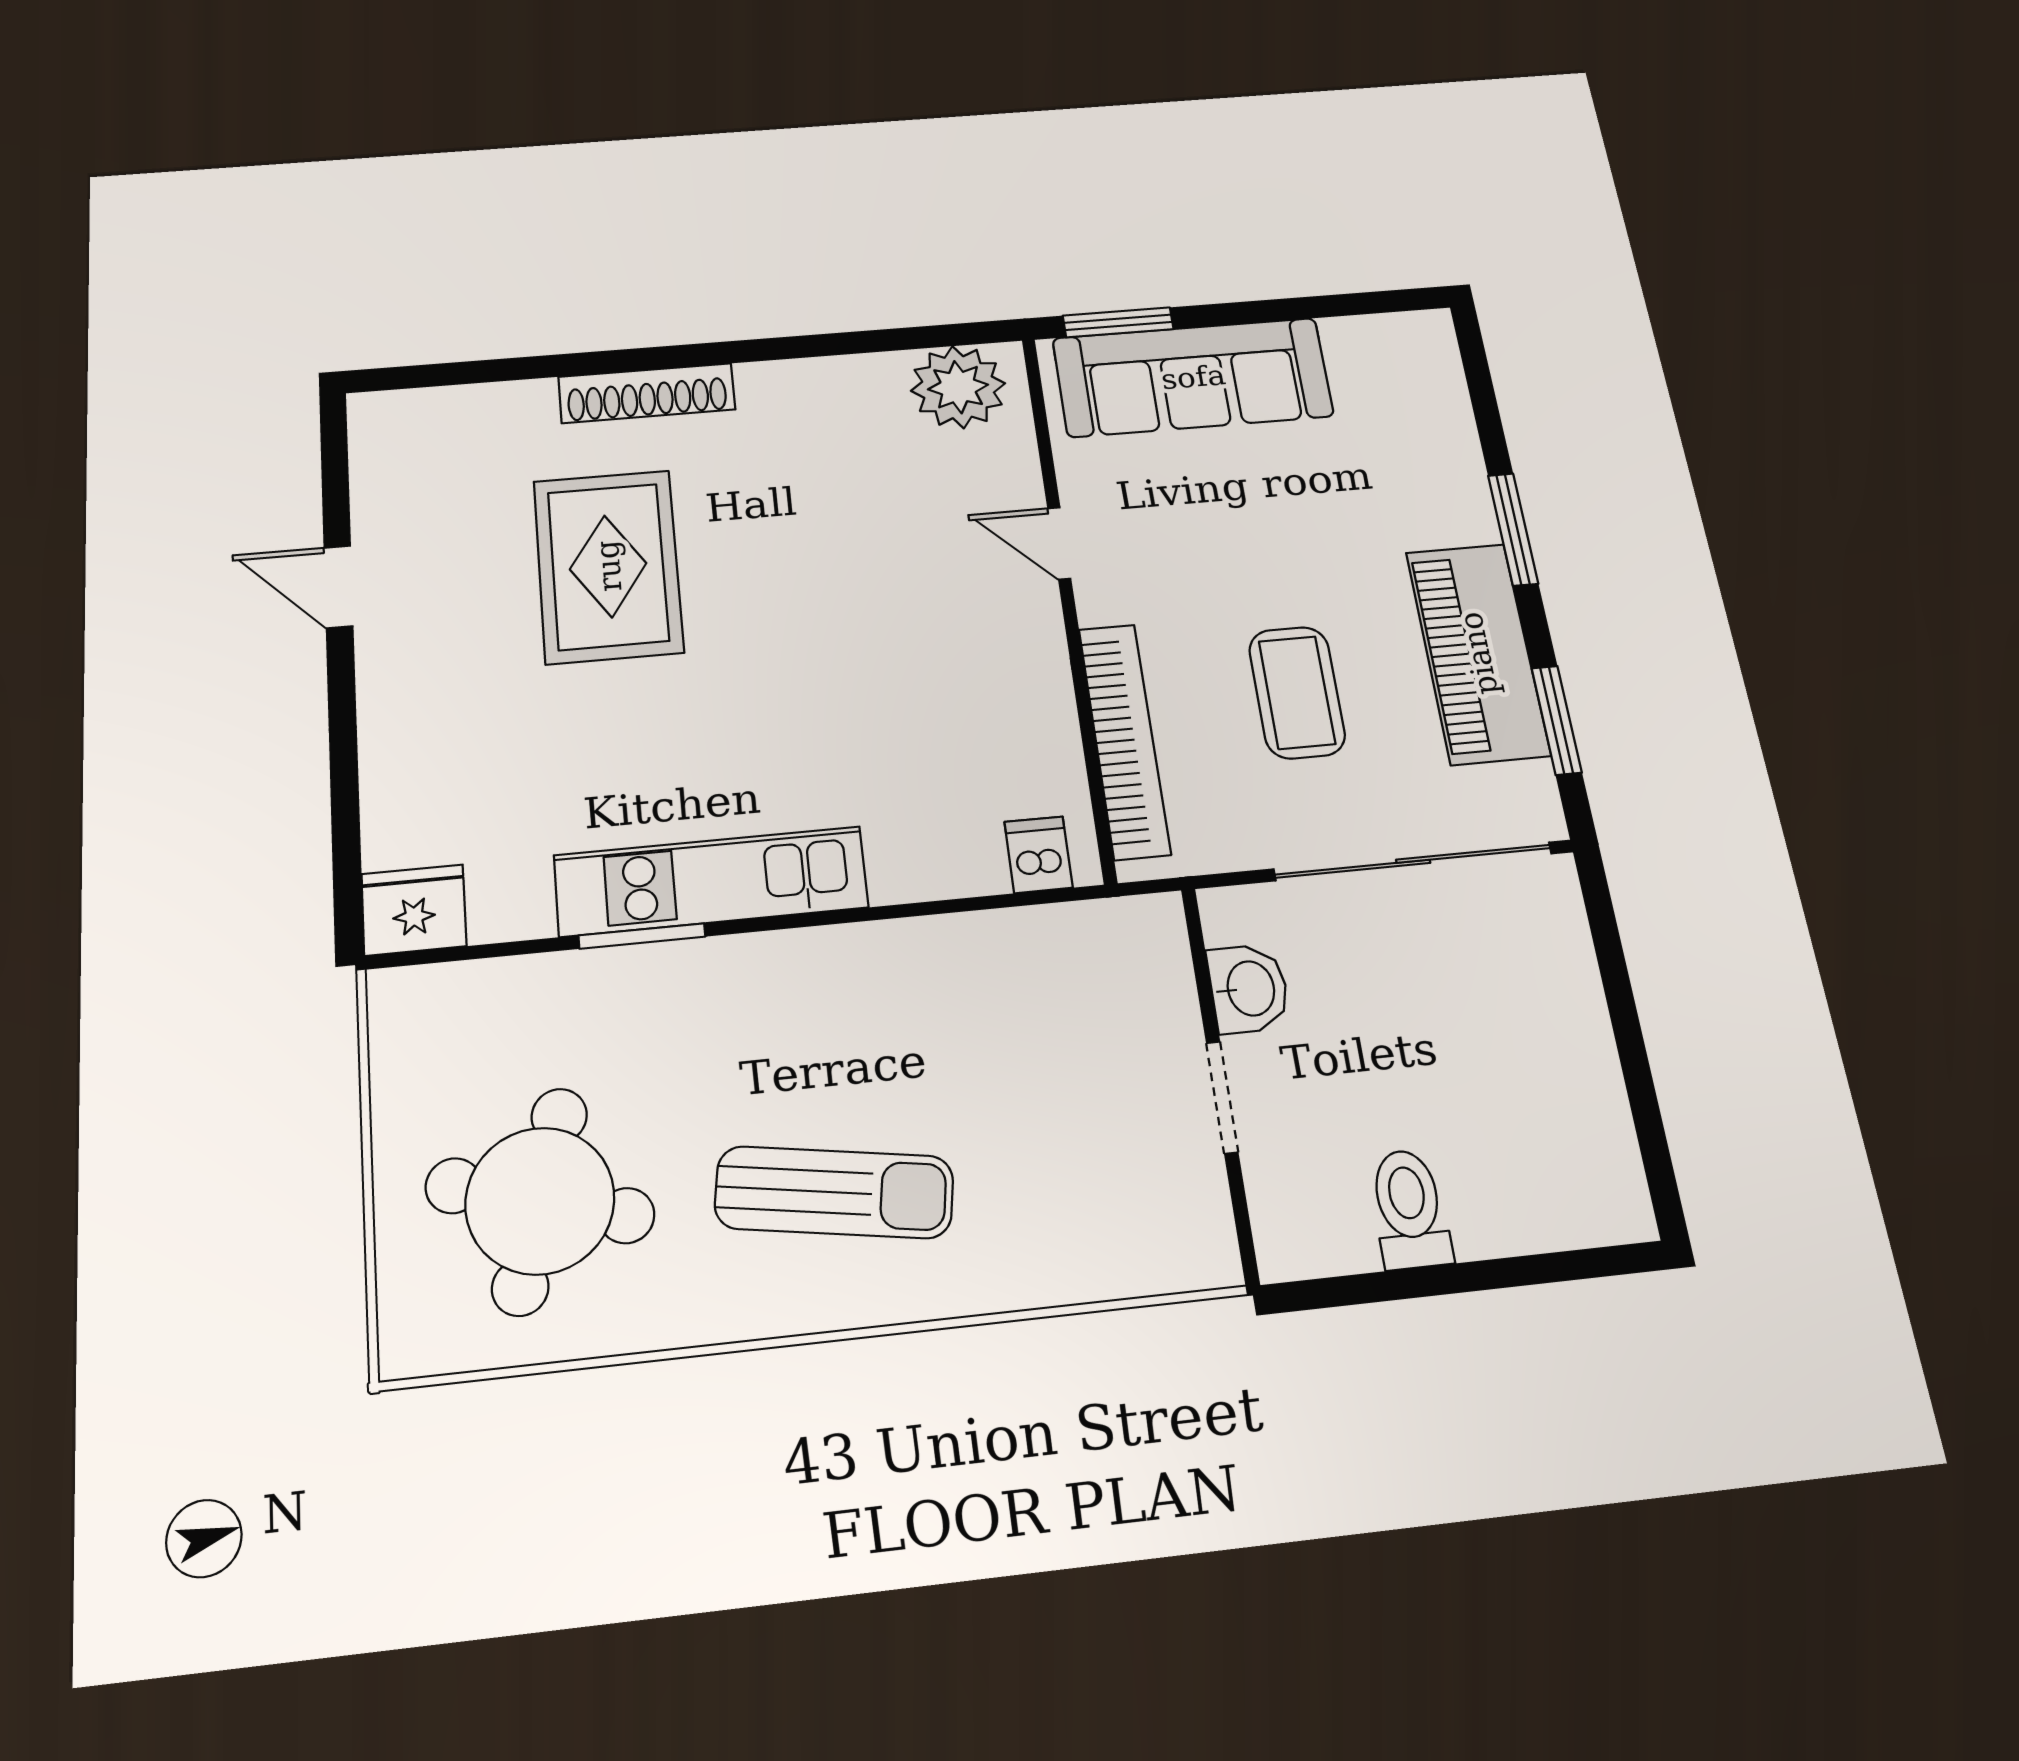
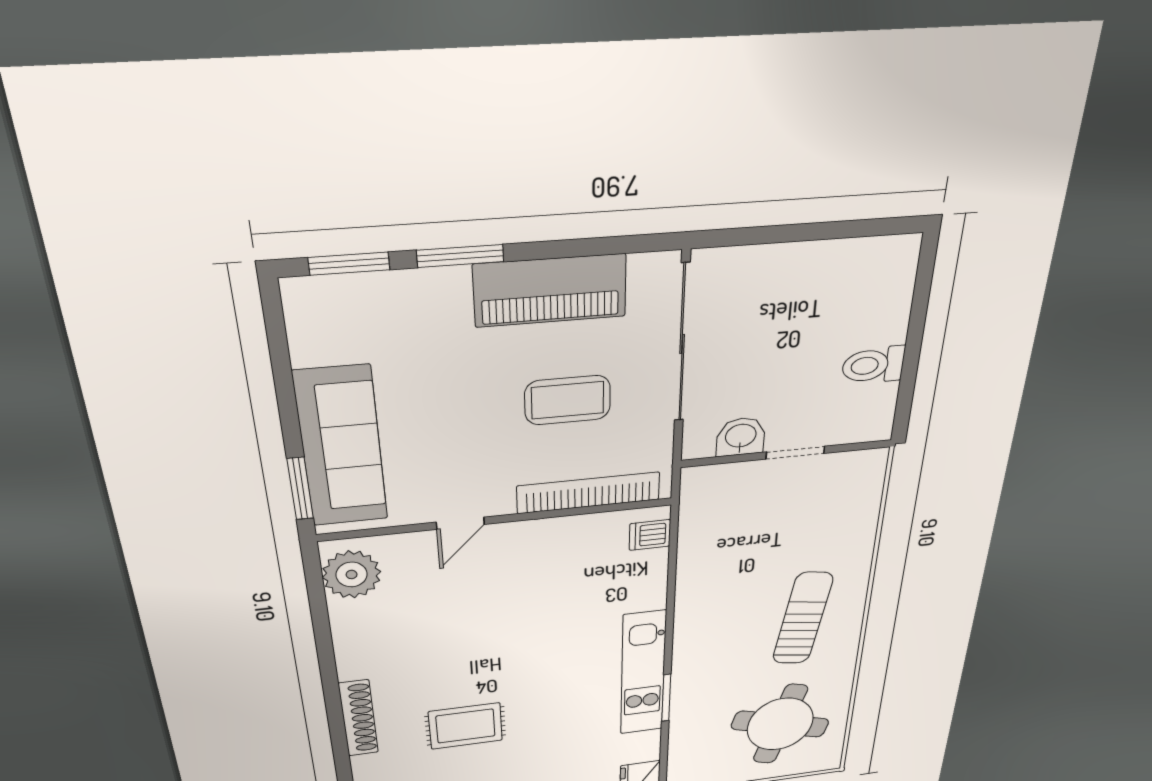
rug: (608, 566) -> (466, 726), width x0.73, depth x0.70
window: (1557, 720) -> (349, 264), moved

